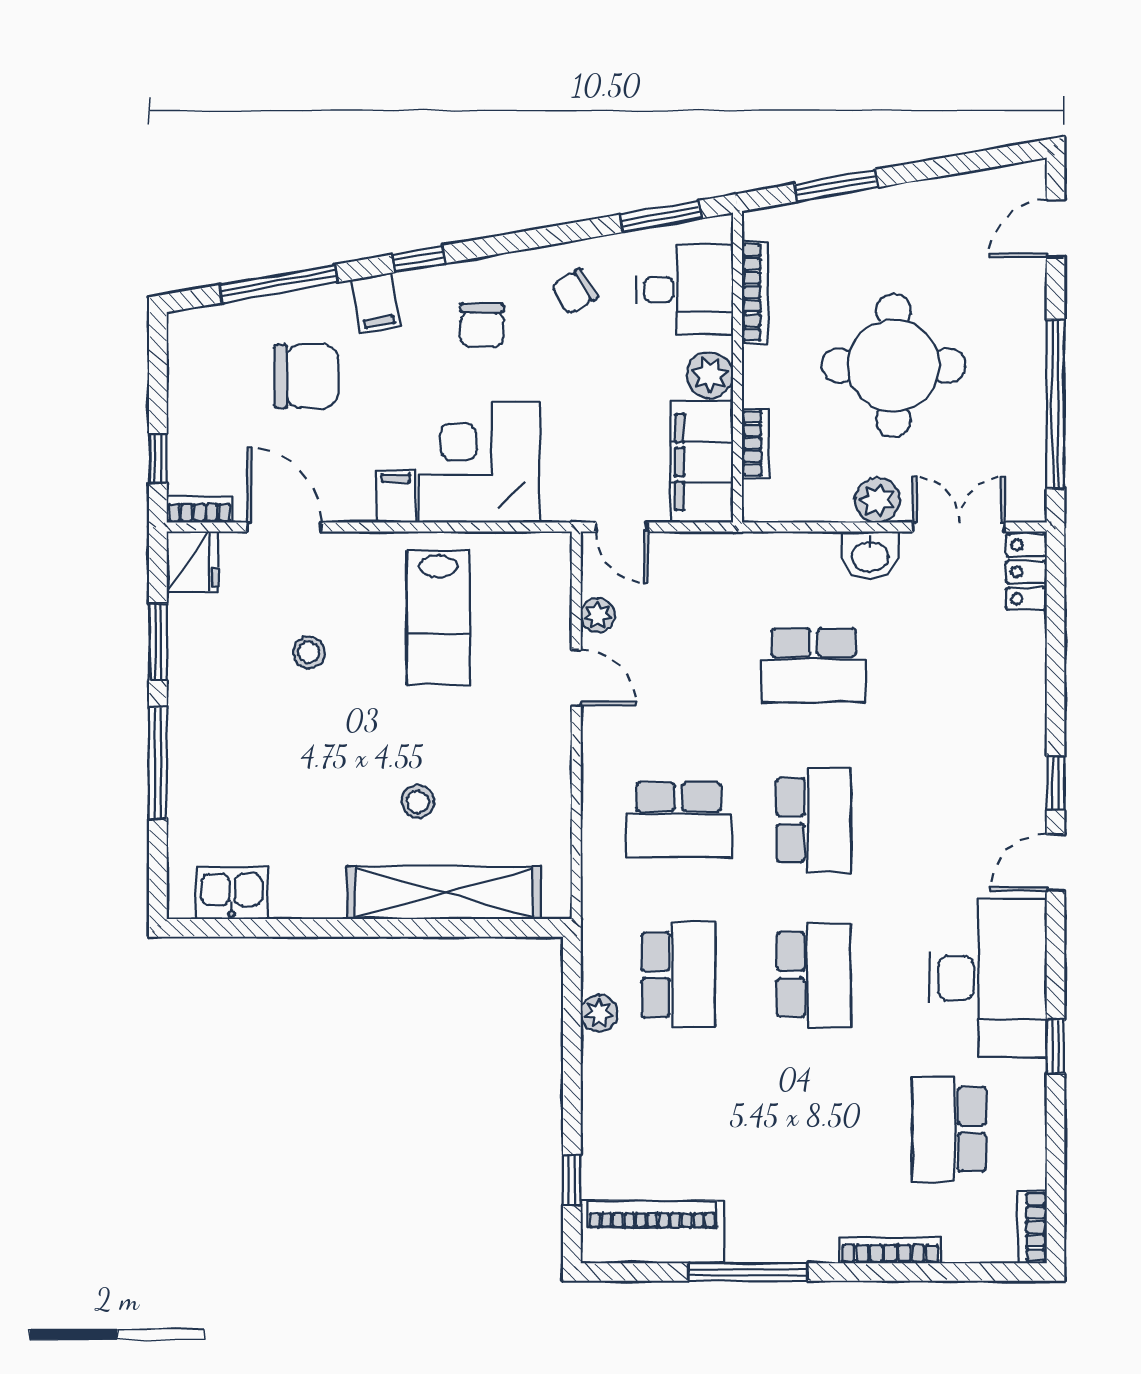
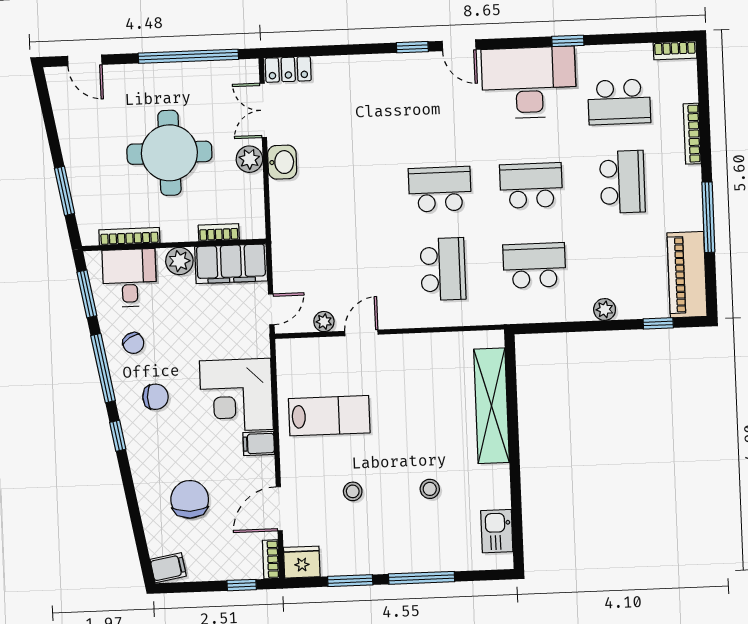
window: (278, 284) -> (103, 368), moved
filing cabinet: (376, 303) -> (168, 568), moved
school desk: (814, 665) -> (622, 182), moved
stool: (418, 802) -> (430, 489), moved
plant: (599, 1013) -> (605, 309), moved

